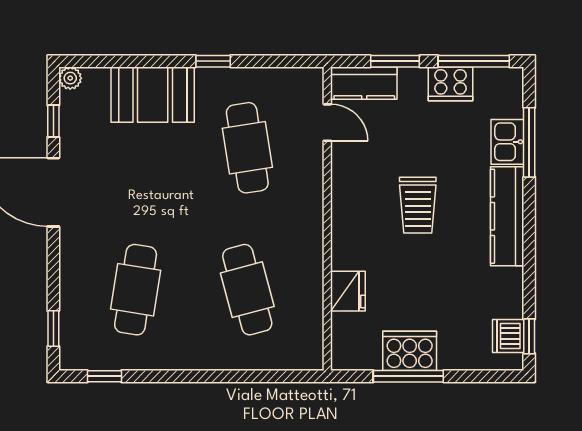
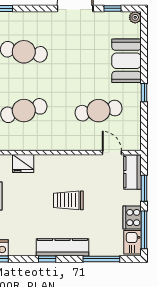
door: (327, 123) -> (112, 153), swing flipped
kitchen sink: (507, 142) -> (133, 242), moved, turned -90
window: (529, 246) -> (47, 259), added

